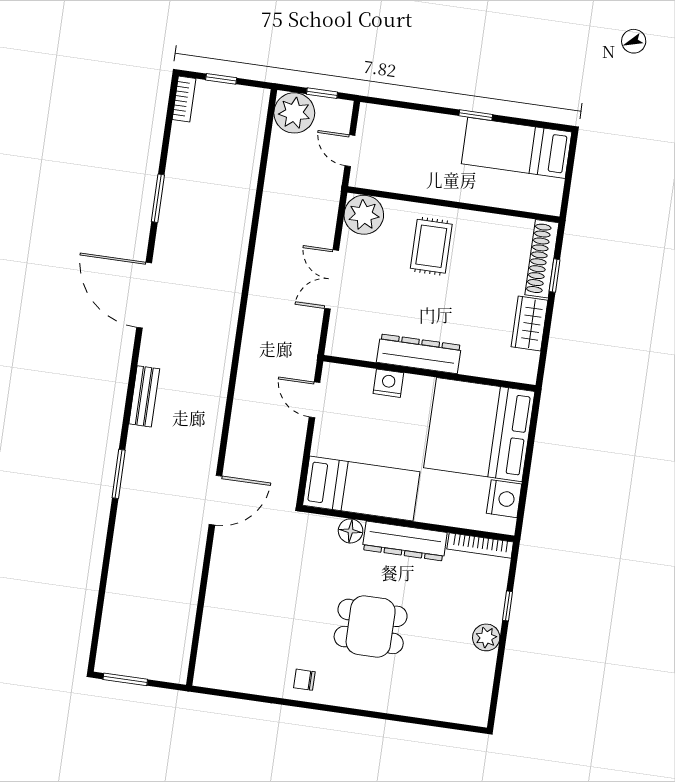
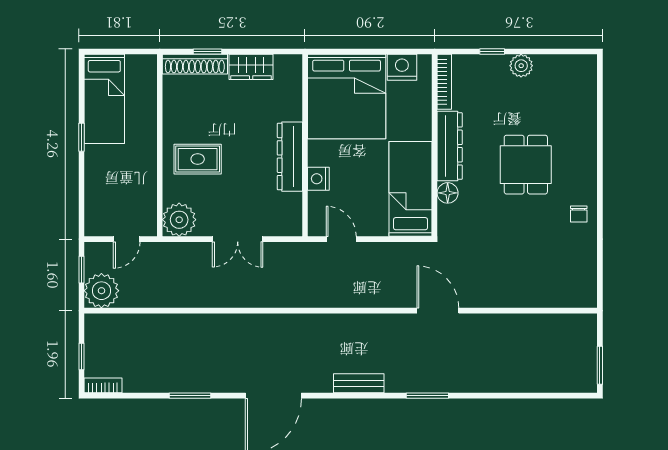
door: (314, 400) -> (341, 239), swing flipped

